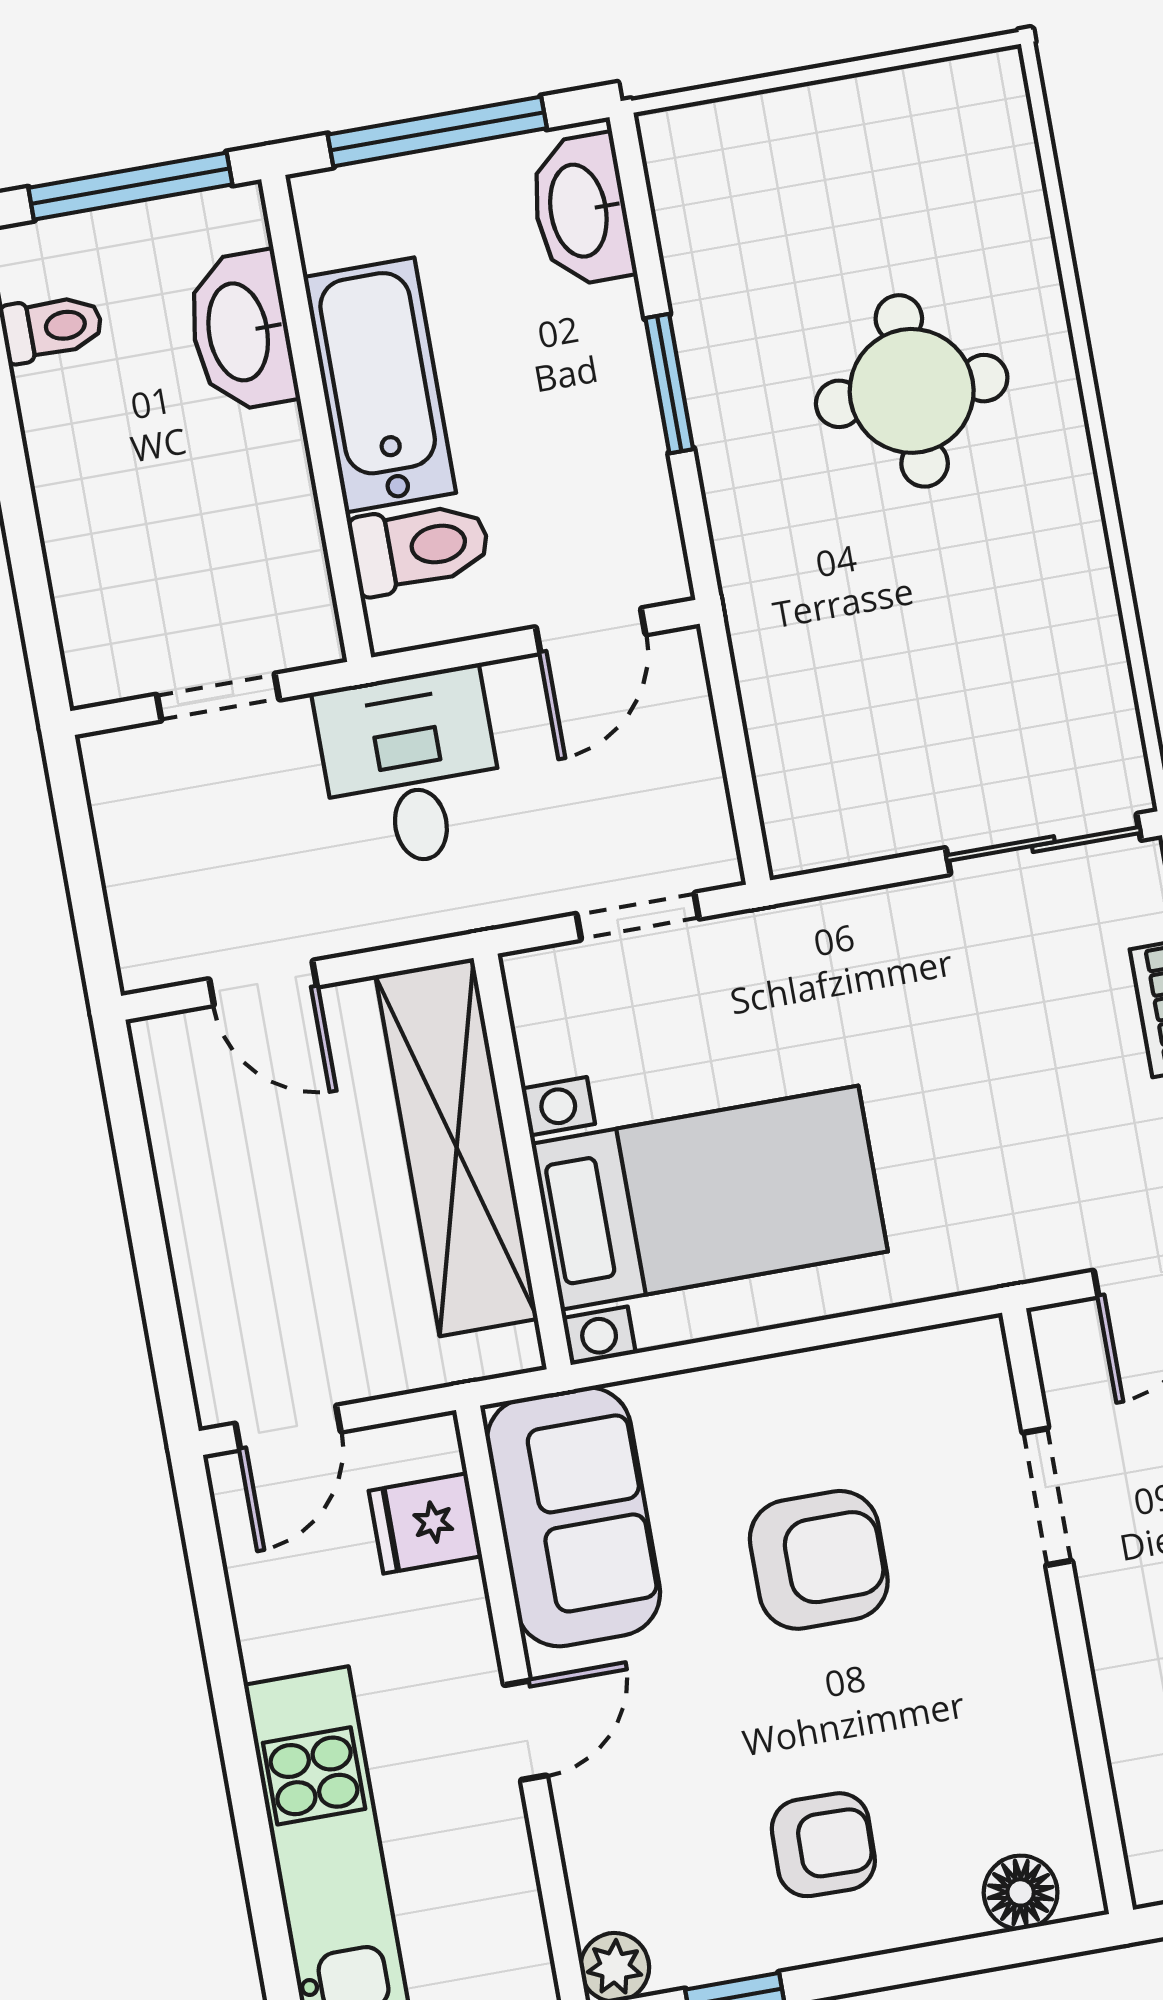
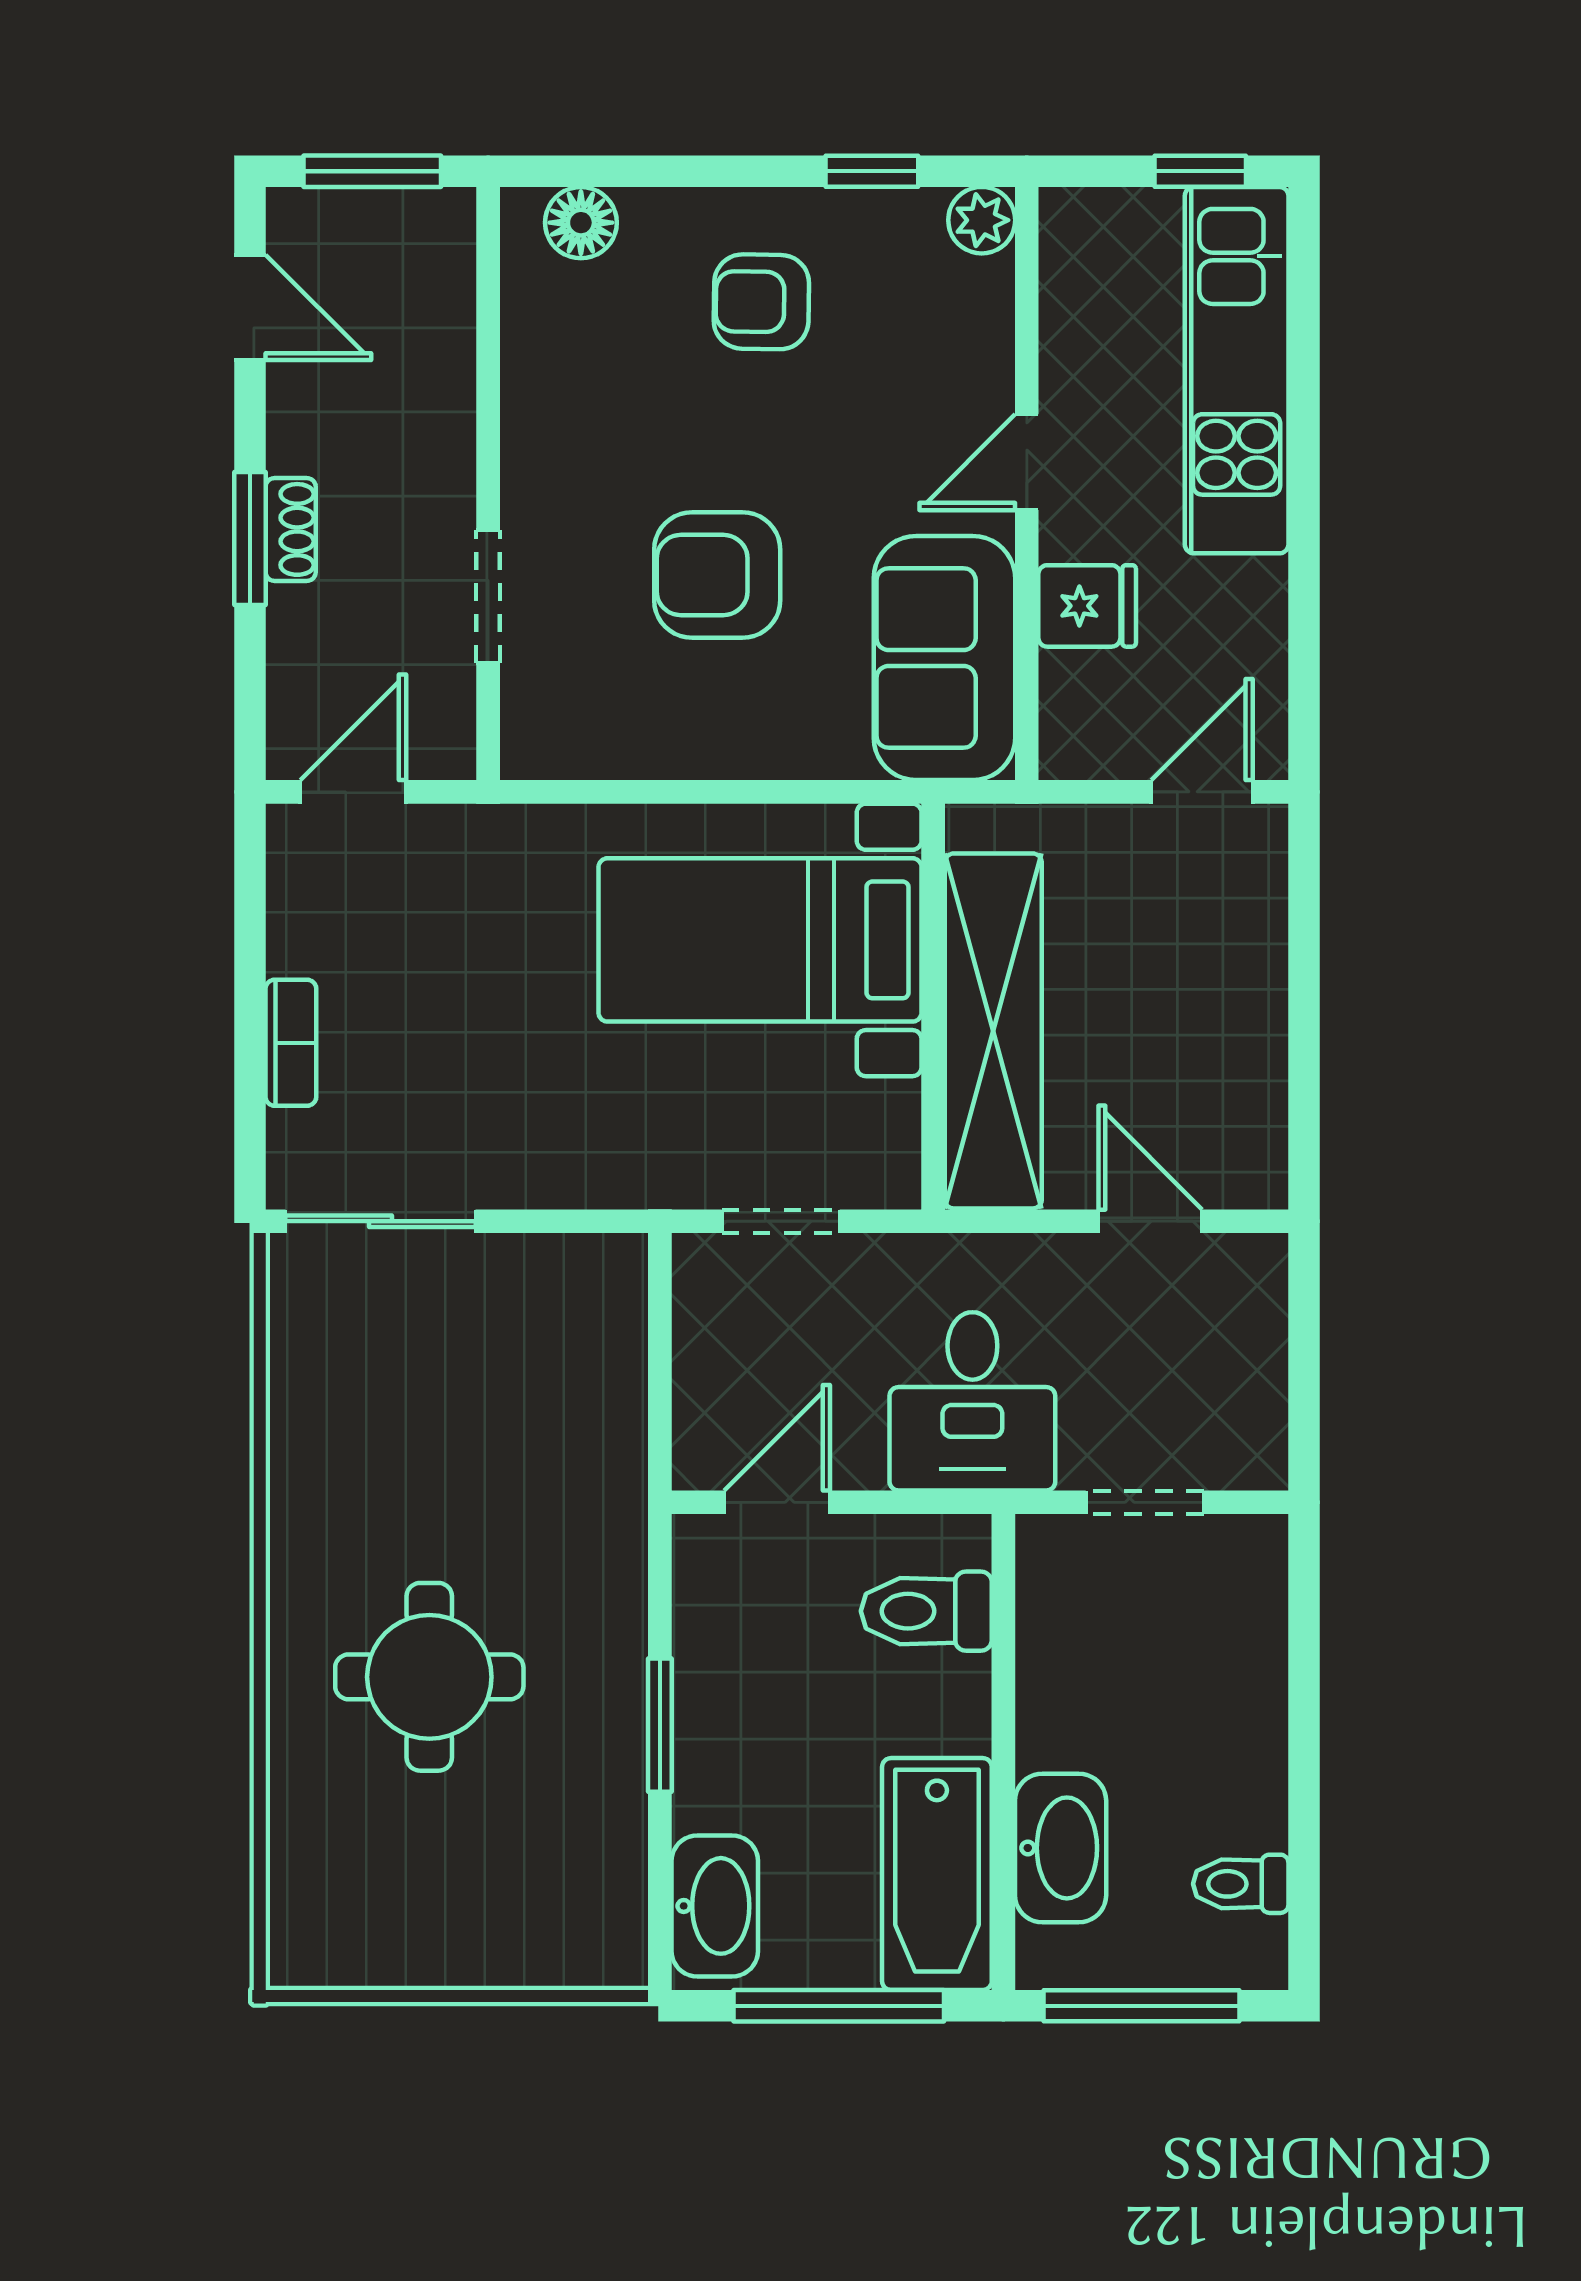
bathtub: (380, 385) -> (937, 1874), moved
fridge: (425, 1523) -> (1087, 606), moved

